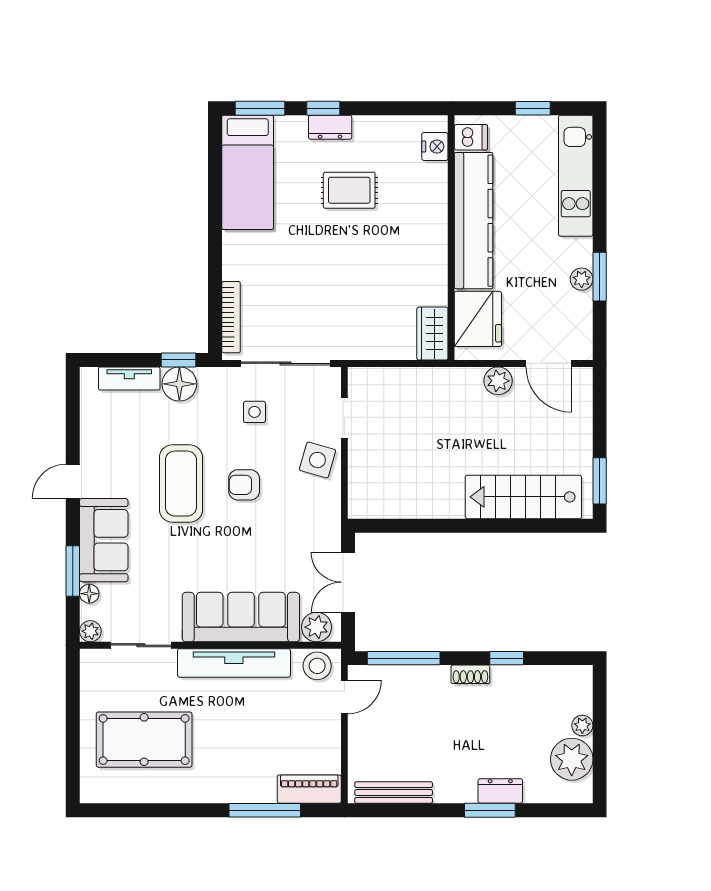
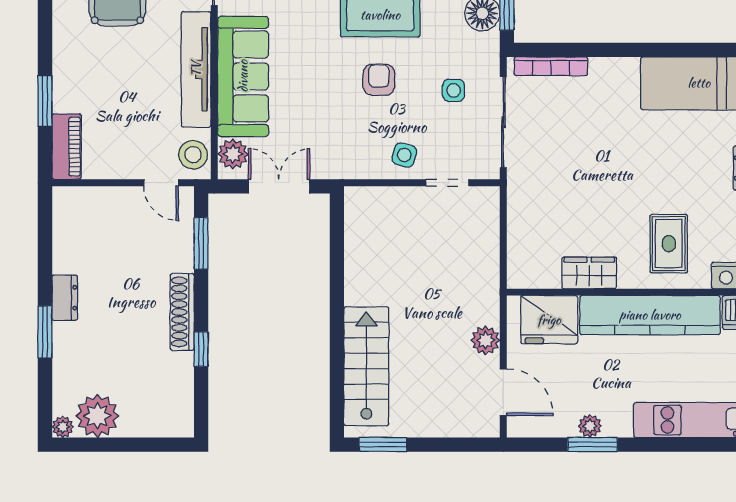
rug: (349, 190) -> (669, 244), moved
wardrobe: (432, 334) -> (589, 273), moved
door: (549, 363) -> (503, 392), swing flipped
side table: (317, 460) -> (404, 155), width x0.73, depth x0.73
window: (404, 658) -> (201, 243), width x0.69
shoe rack: (470, 674) -> (182, 312), width x1.94, depth x1.24
plant: (582, 726) -> (63, 427), moved
dresser: (500, 791) -> (65, 298), moved
bench: (394, 793) -> (63, 233), removed
window: (265, 810) -> (45, 101), width x0.69

